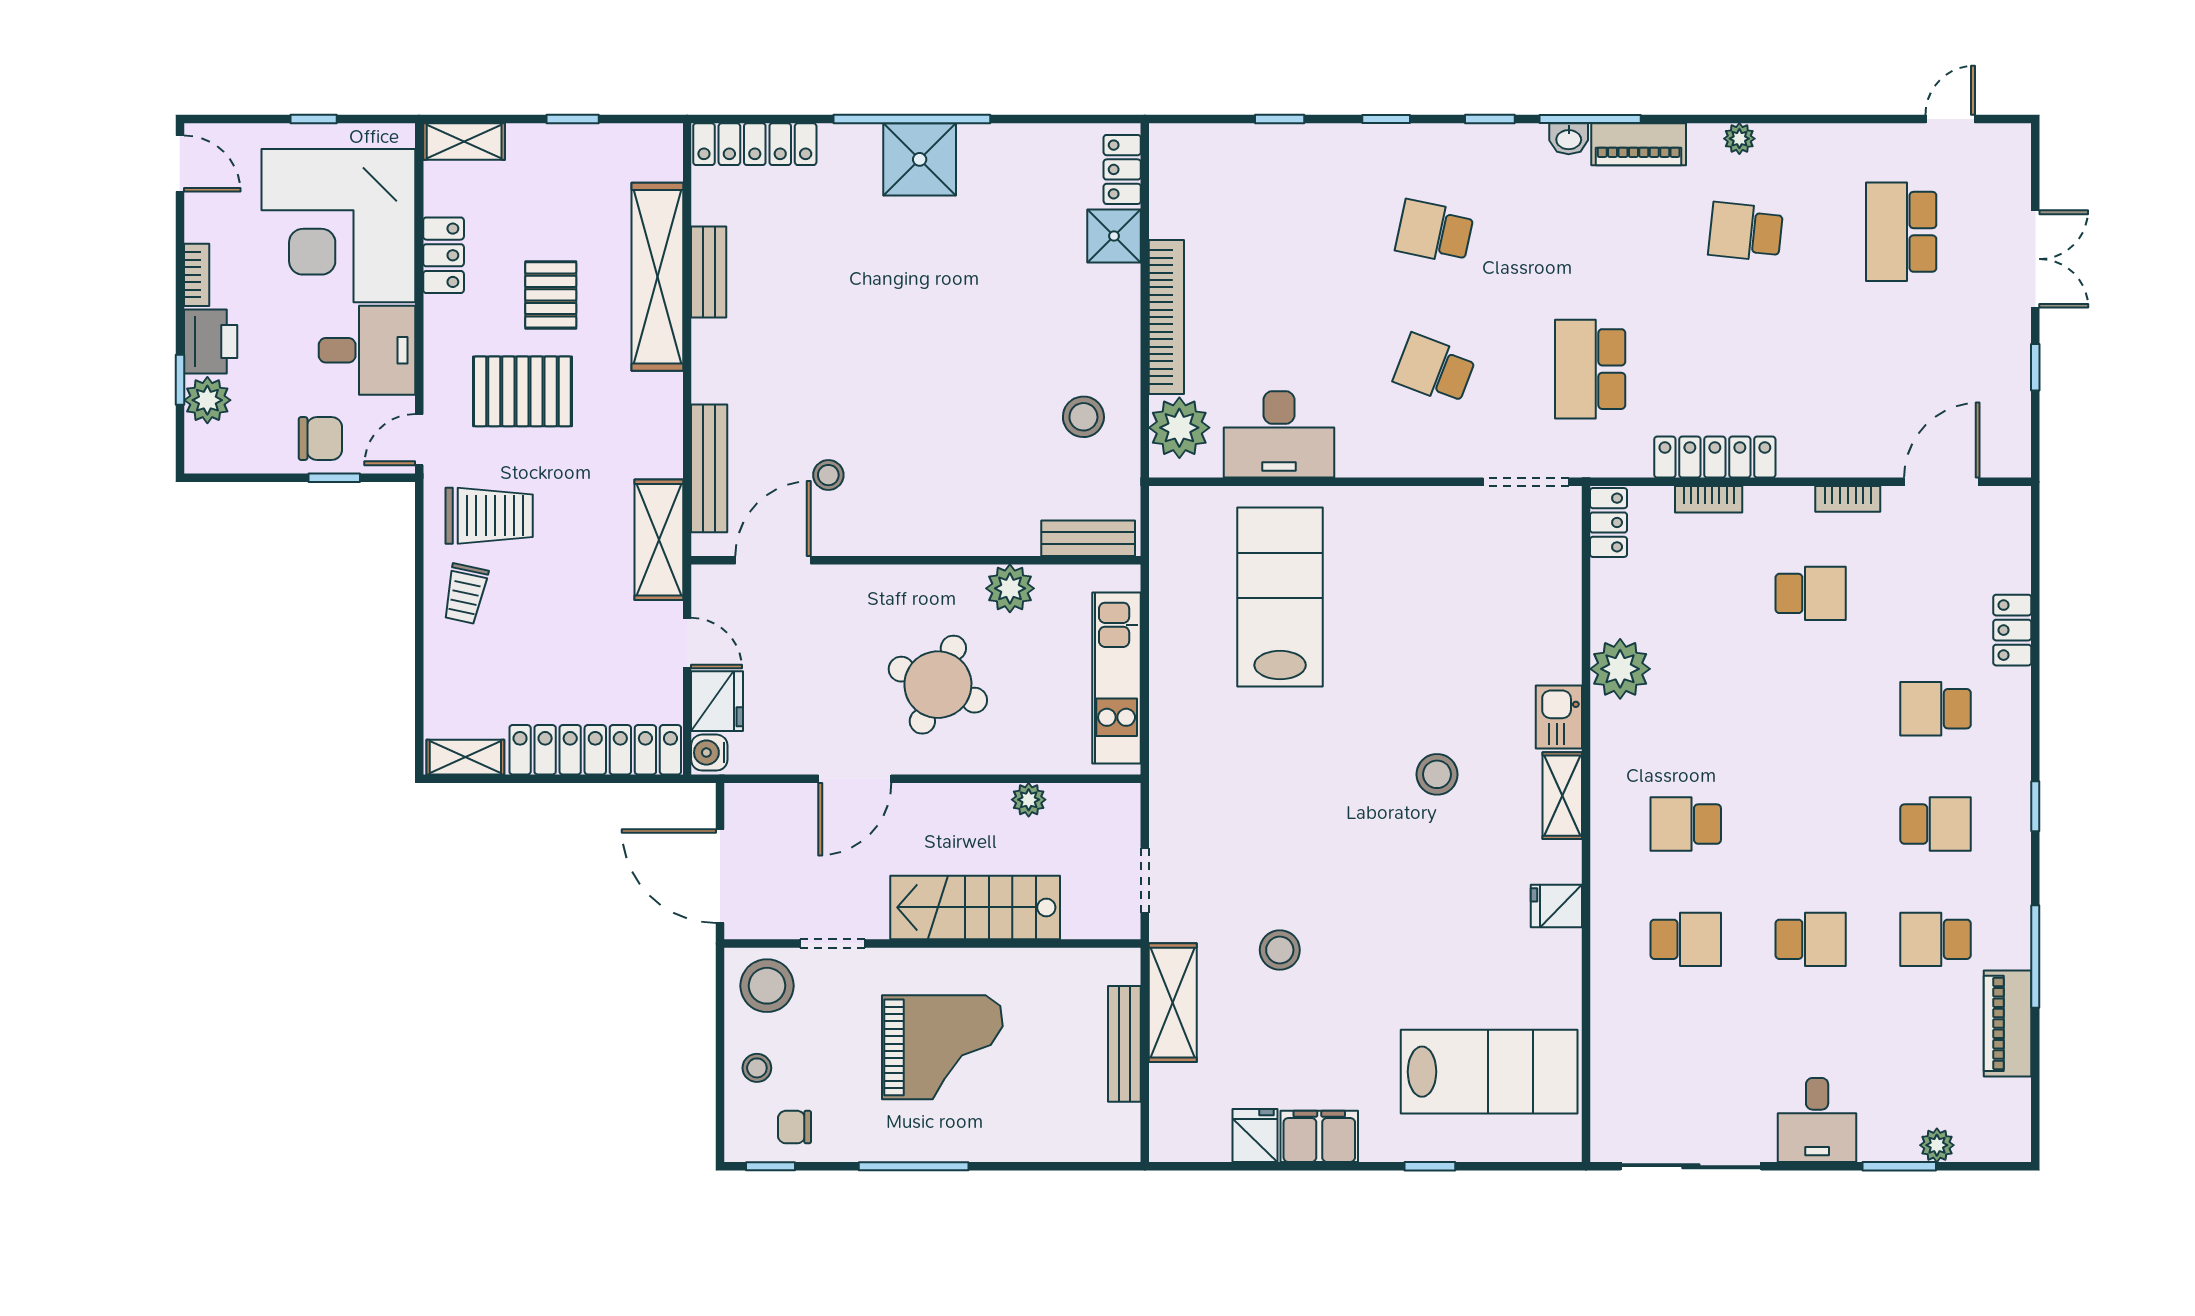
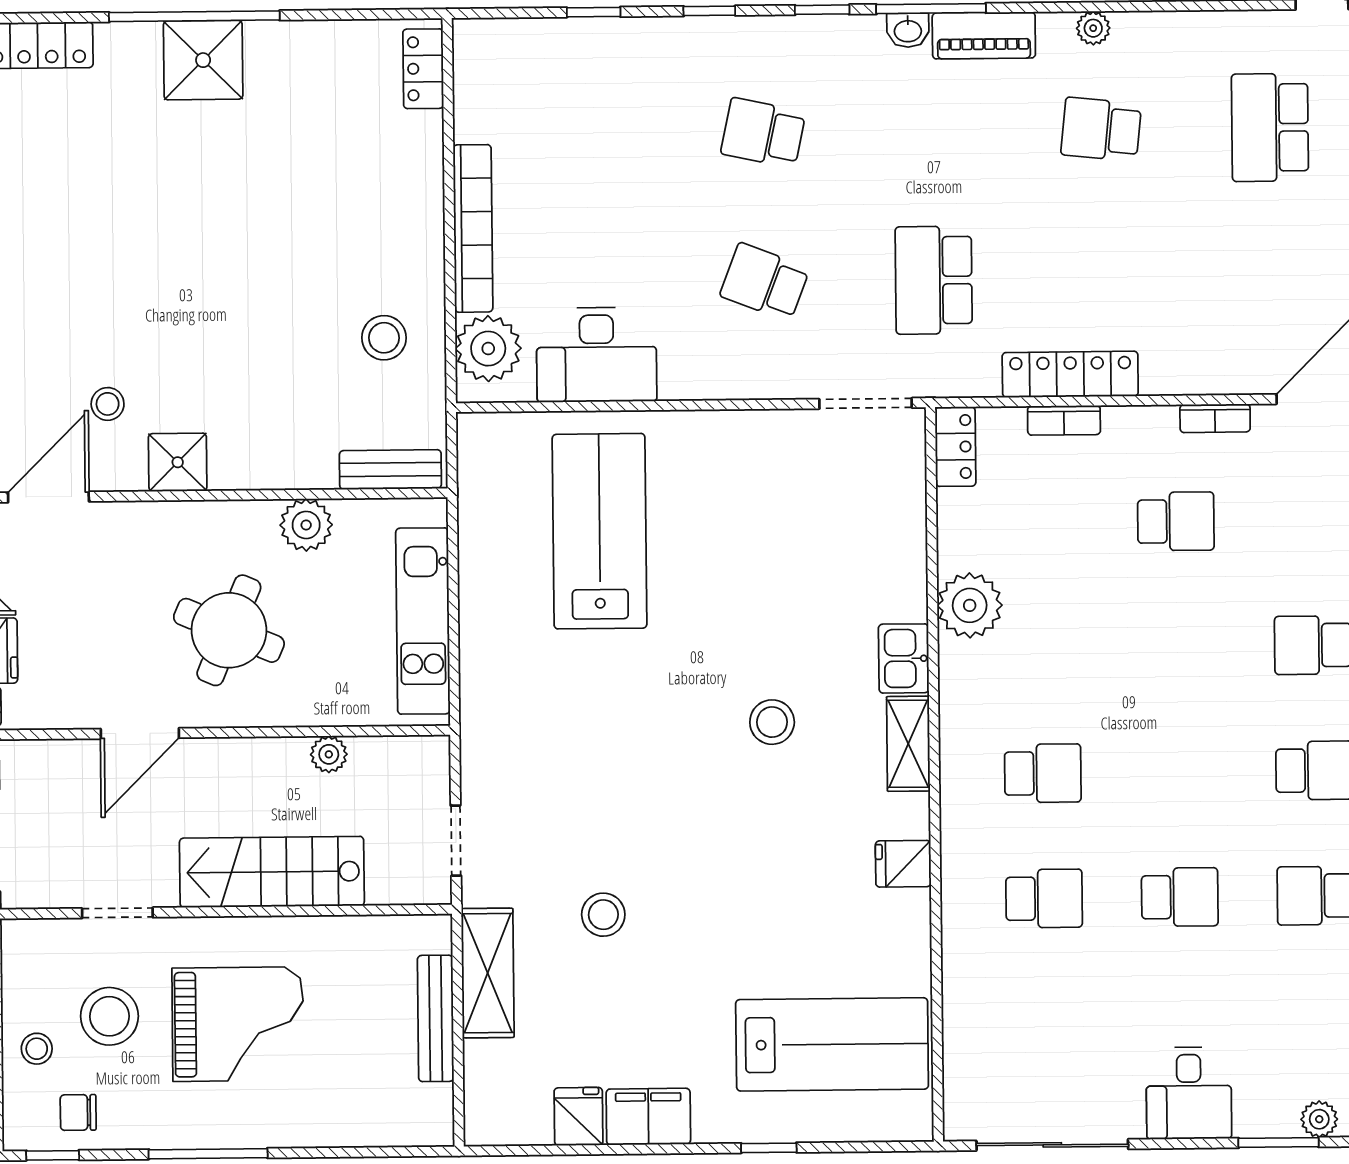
shower: (1114, 236) -> (178, 462), moved
school desk: (1686, 824) -> (1043, 773), turned 180
stool: (767, 986) -> (109, 1016), moved

